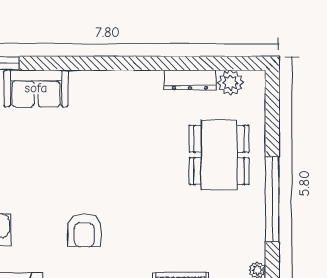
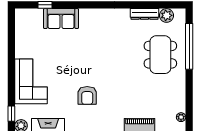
window: (272, 199) -> (189, 46), moved

